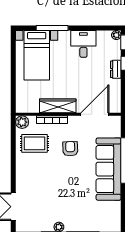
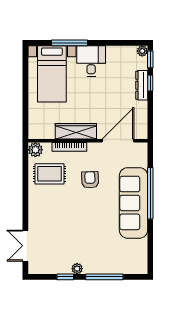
desk: (83, 44) -> (91, 61), moved
dresser: (116, 69) -> (142, 85), width x1.44

